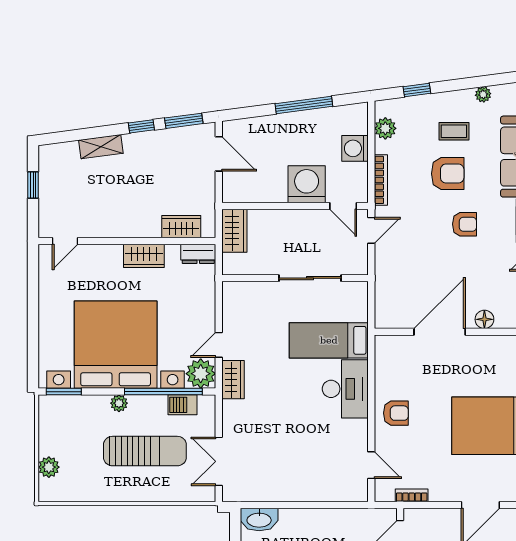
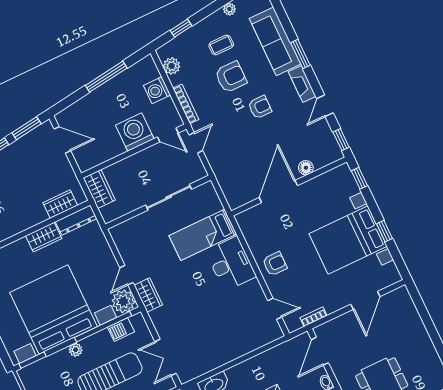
dresser: (198, 254) -> (76, 220), width x1.44

